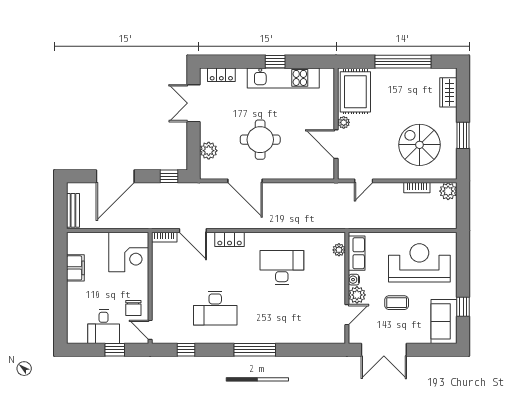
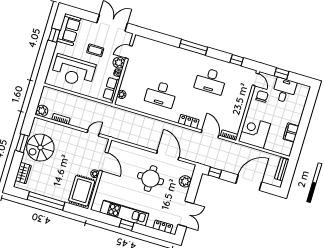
spiral stairs: (419, 145) -> (40, 148), moved, turned 90
desk: (215, 308) -> (211, 81), turned 180

